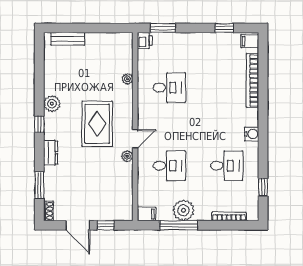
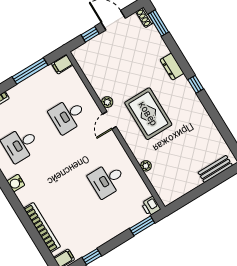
plant: (52, 104) -> (196, 107), removed
window: (39, 185) -> (158, 23), moved
plant: (183, 210) -> (34, 86), removed

